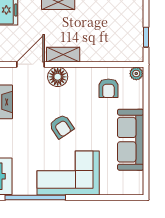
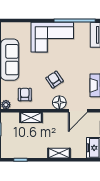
shelving: (63, 55) -> (31, 117), moved
armchair: (62, 126) -> (54, 80), moved

